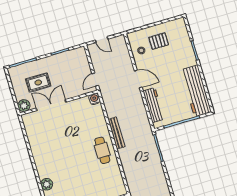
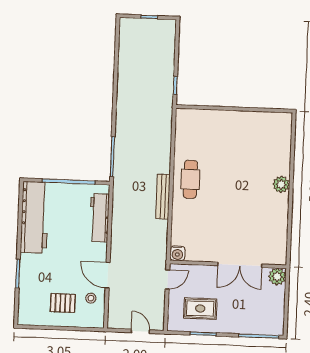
door: (138, 79) -> (108, 275), moved
rug: (38, 83) -> (200, 309), moved
plant: (47, 184) -> (281, 184), moved

